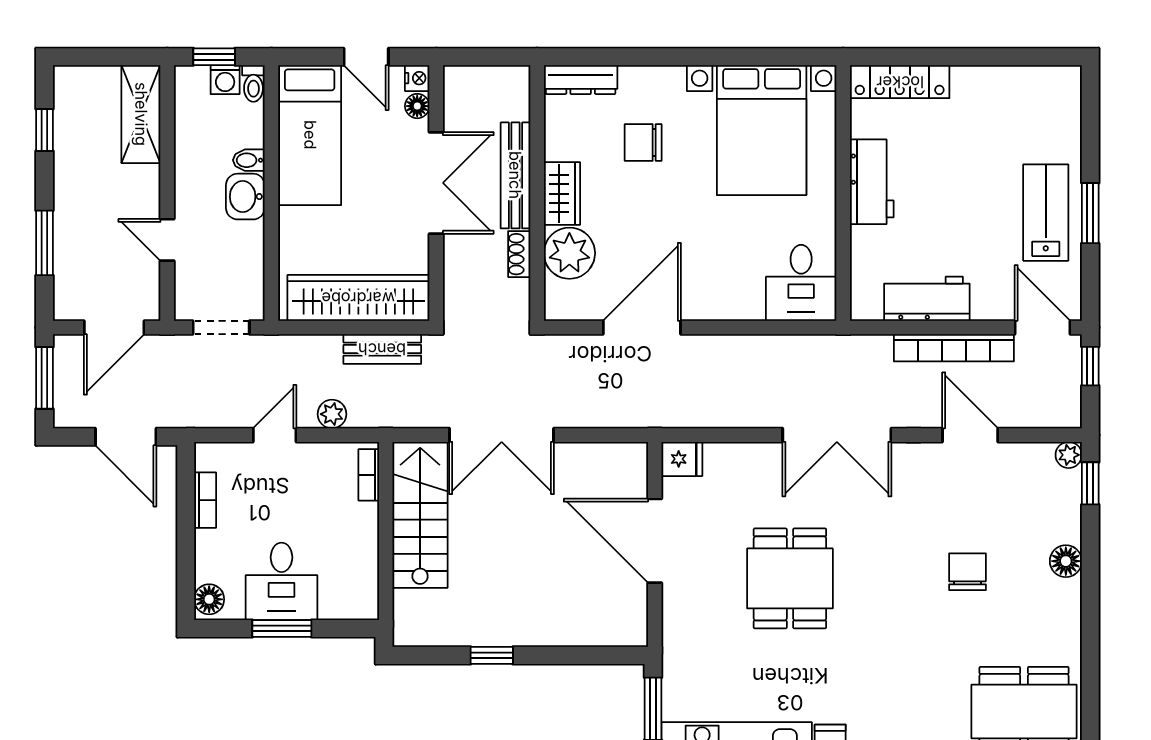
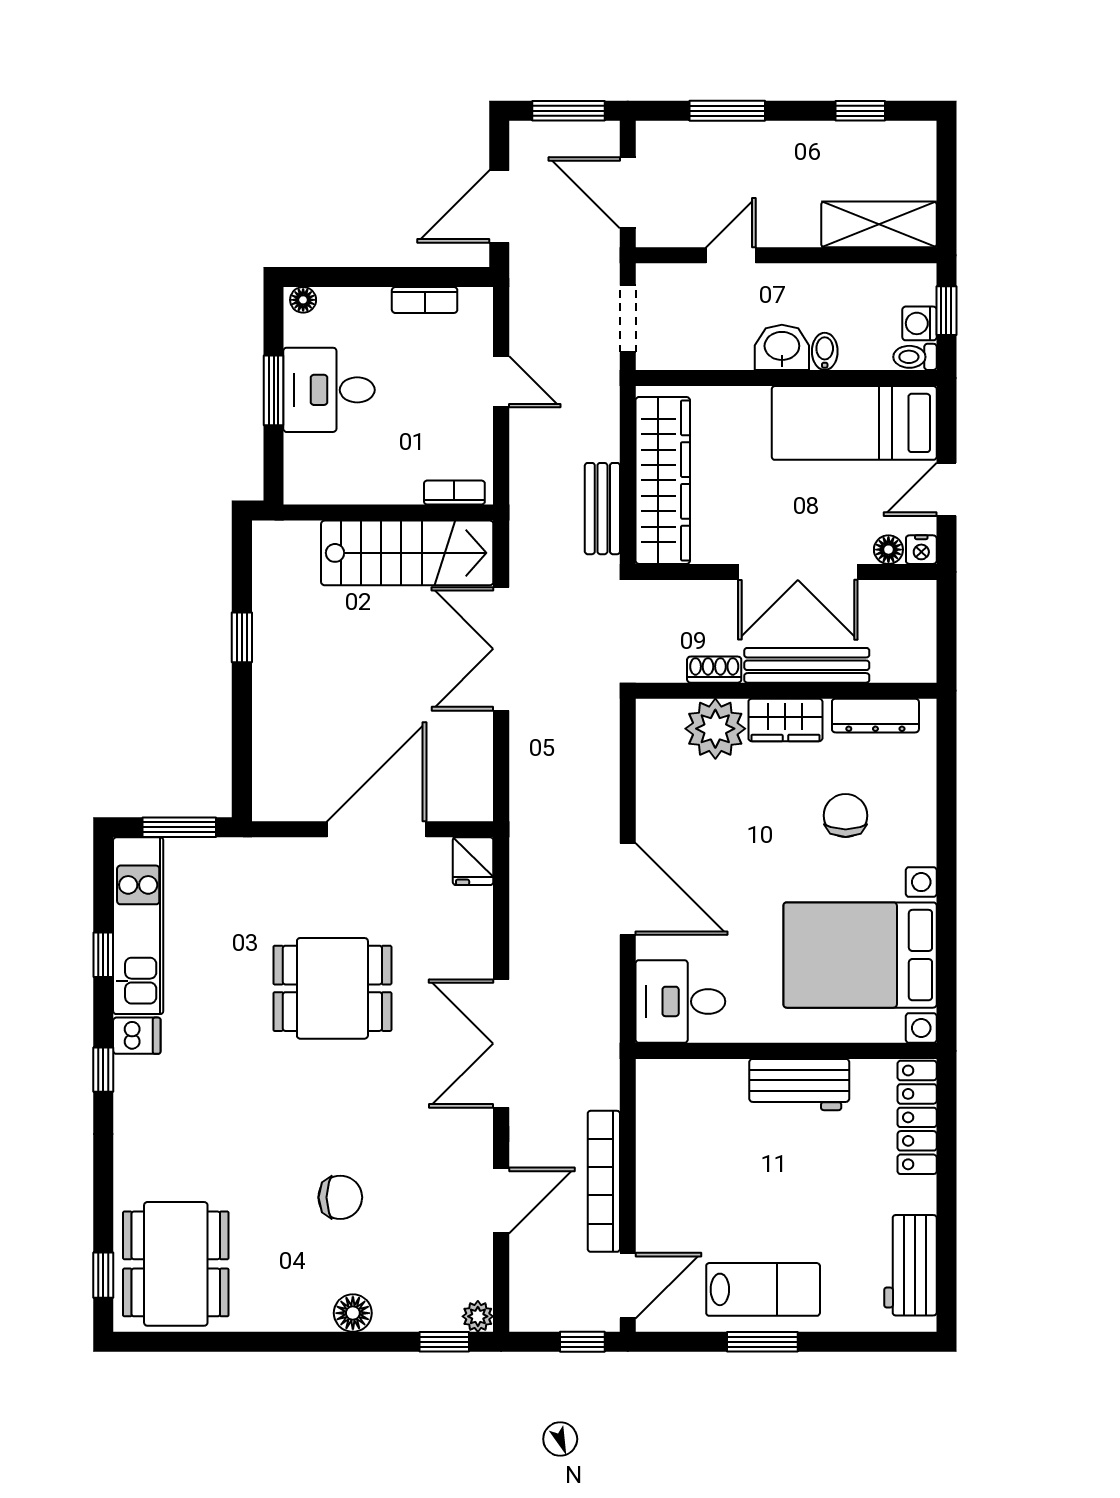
dresser: (581, 80) -> (875, 716), moved, turned -90
workbench: (927, 299) -> (910, 1265), moved, turned 180
door: (642, 327) -> (628, 889), moved
plant: (332, 414) -> (526, 449), removed
floor lamp: (209, 599) -> (303, 300), width x0.73, depth x0.73

